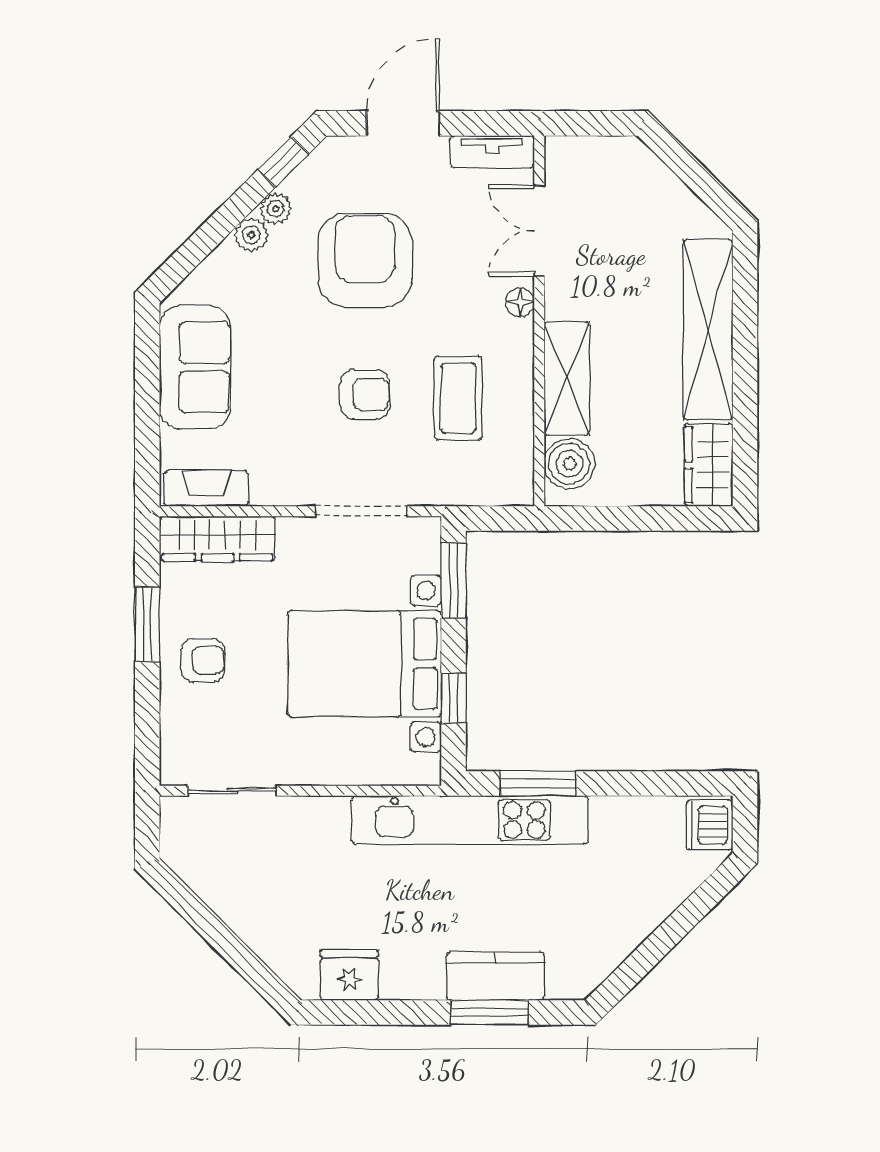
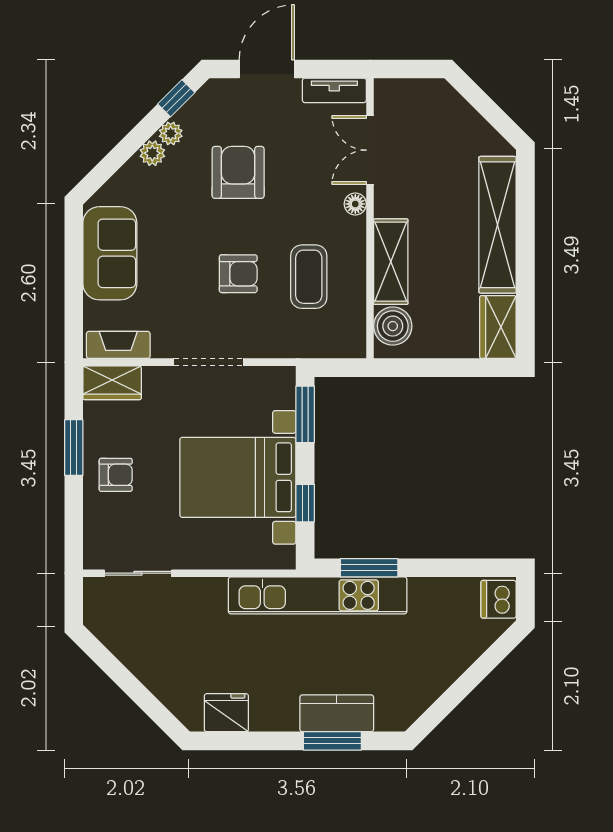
armchair: (365, 260) -> (238, 172), width x0.73, depth x0.73
doorway: (361, 511) -> (209, 362), moved
wardrobe: (217, 539) -> (112, 383), width x0.67

